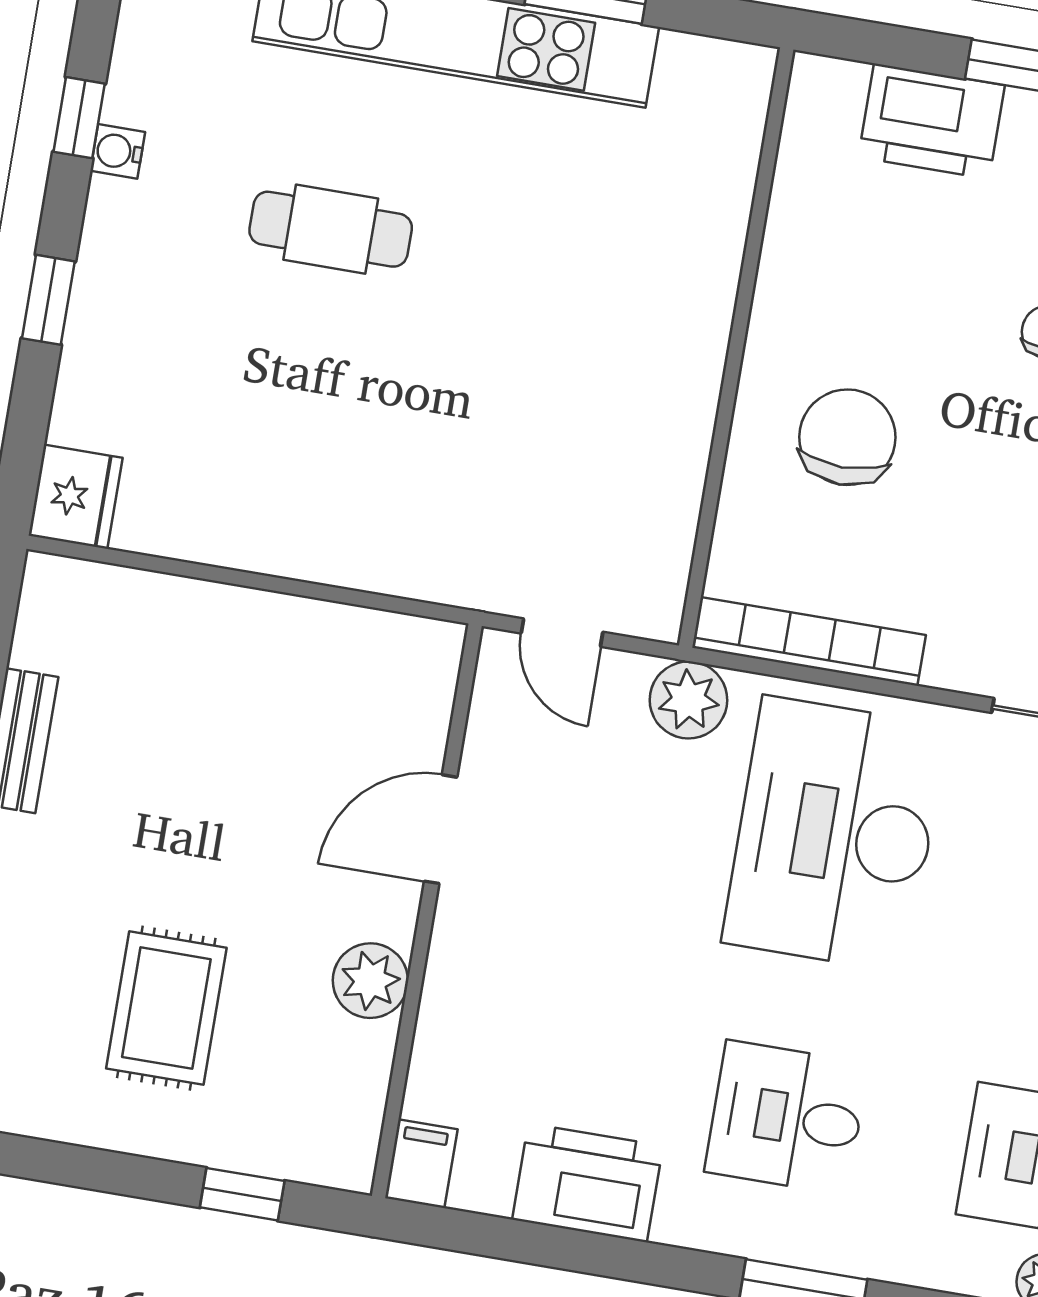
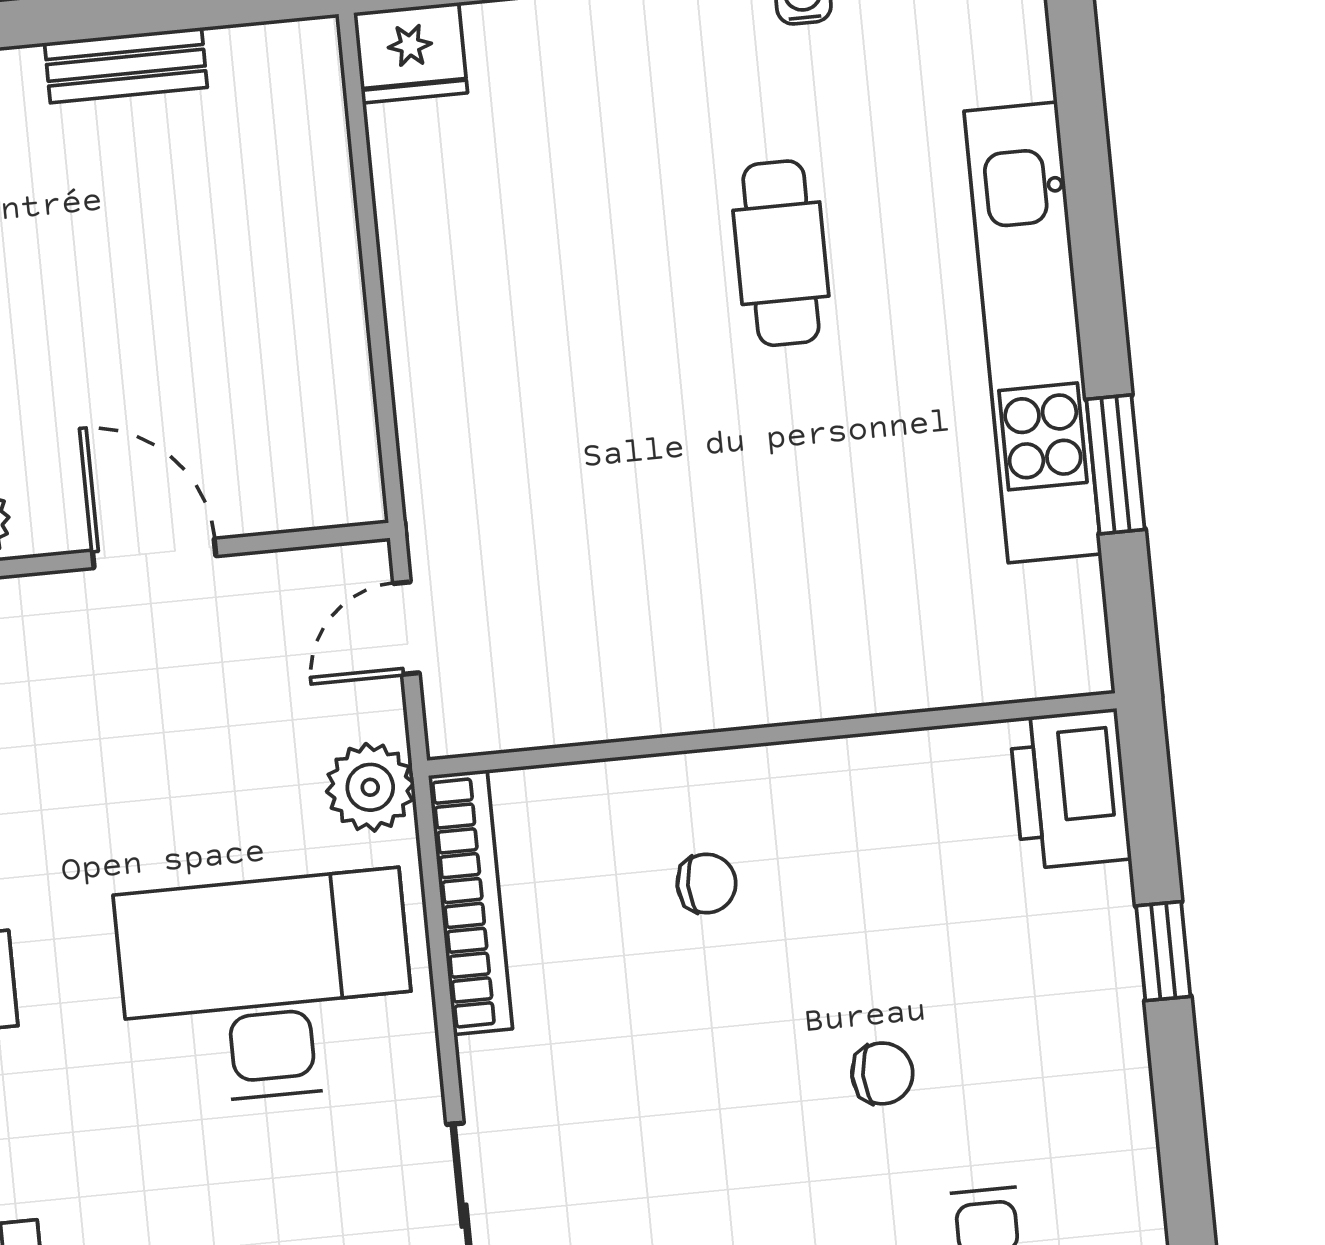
printer: (932, 121) -> (1070, 789), moved
chair: (847, 437) -> (706, 883), width x0.54, depth x0.54

